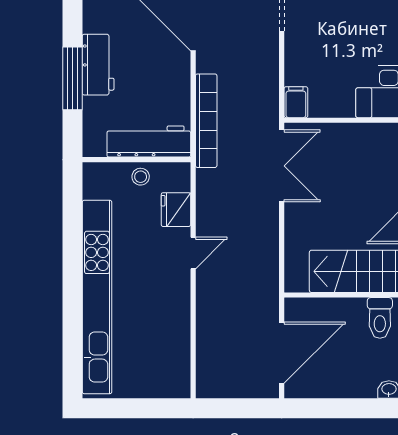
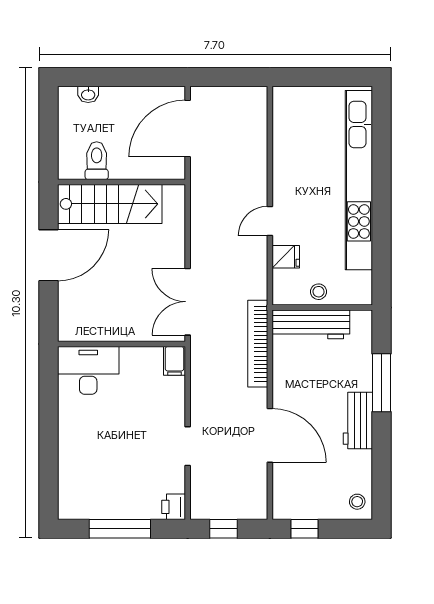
workbench: (98, 65) -> (358, 421), moved
fridge: (176, 210) -> (286, 257), width x0.72

